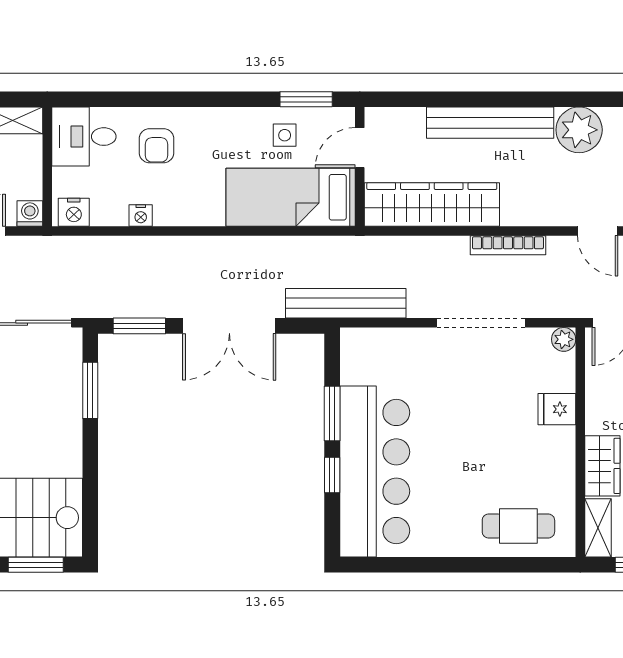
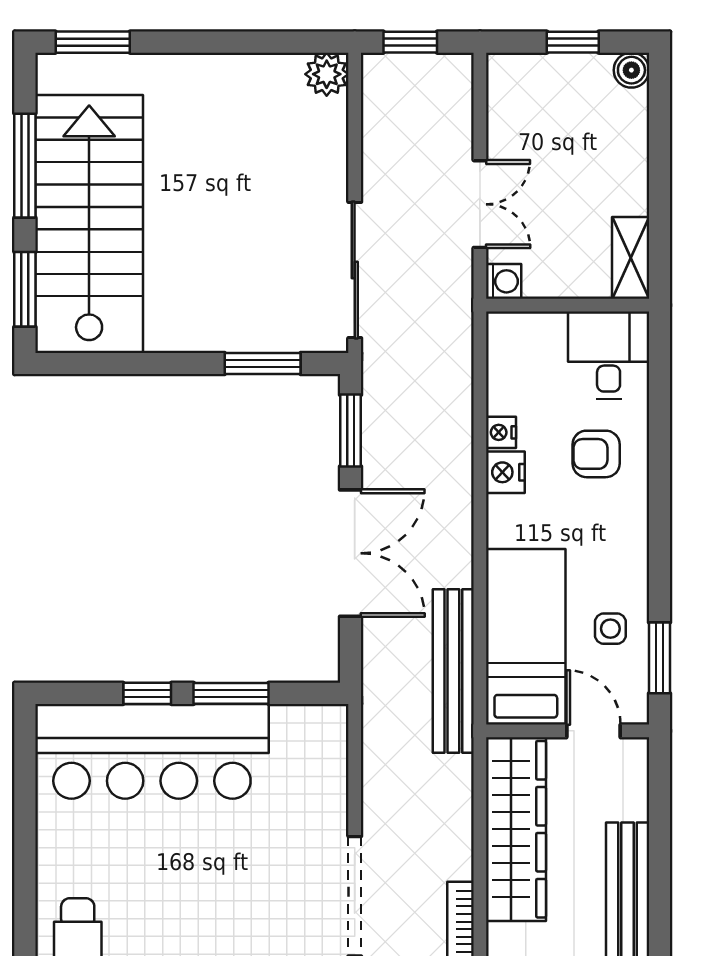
nightstand: (74, 212) -> (505, 472), moved
bench: (346, 303) -> (453, 671), moved
double door: (229, 326) -> (351, 553), swing flipped

